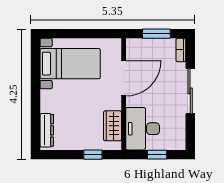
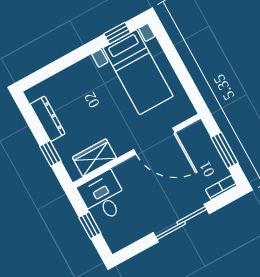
window: (36, 63) -> (117, 33), added
desk: (143, 129) -> (103, 197), width x0.73
dresser: (47, 130) -> (48, 119), moved, turned -90

